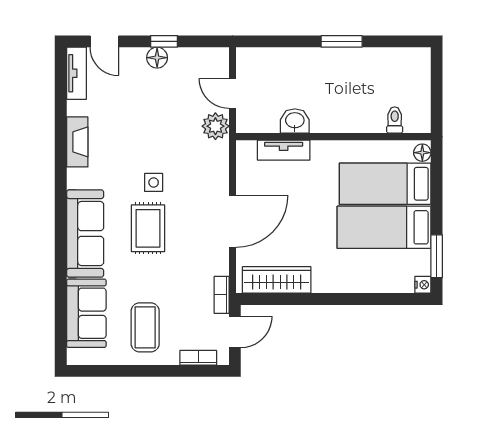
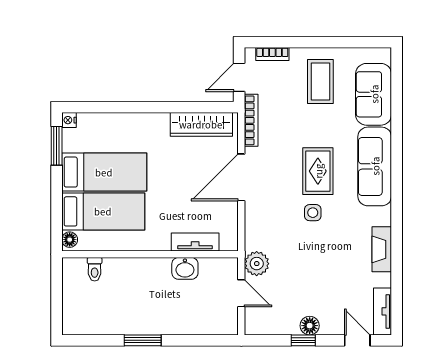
bookcase: (222, 295) -> (251, 120), width x1.56

